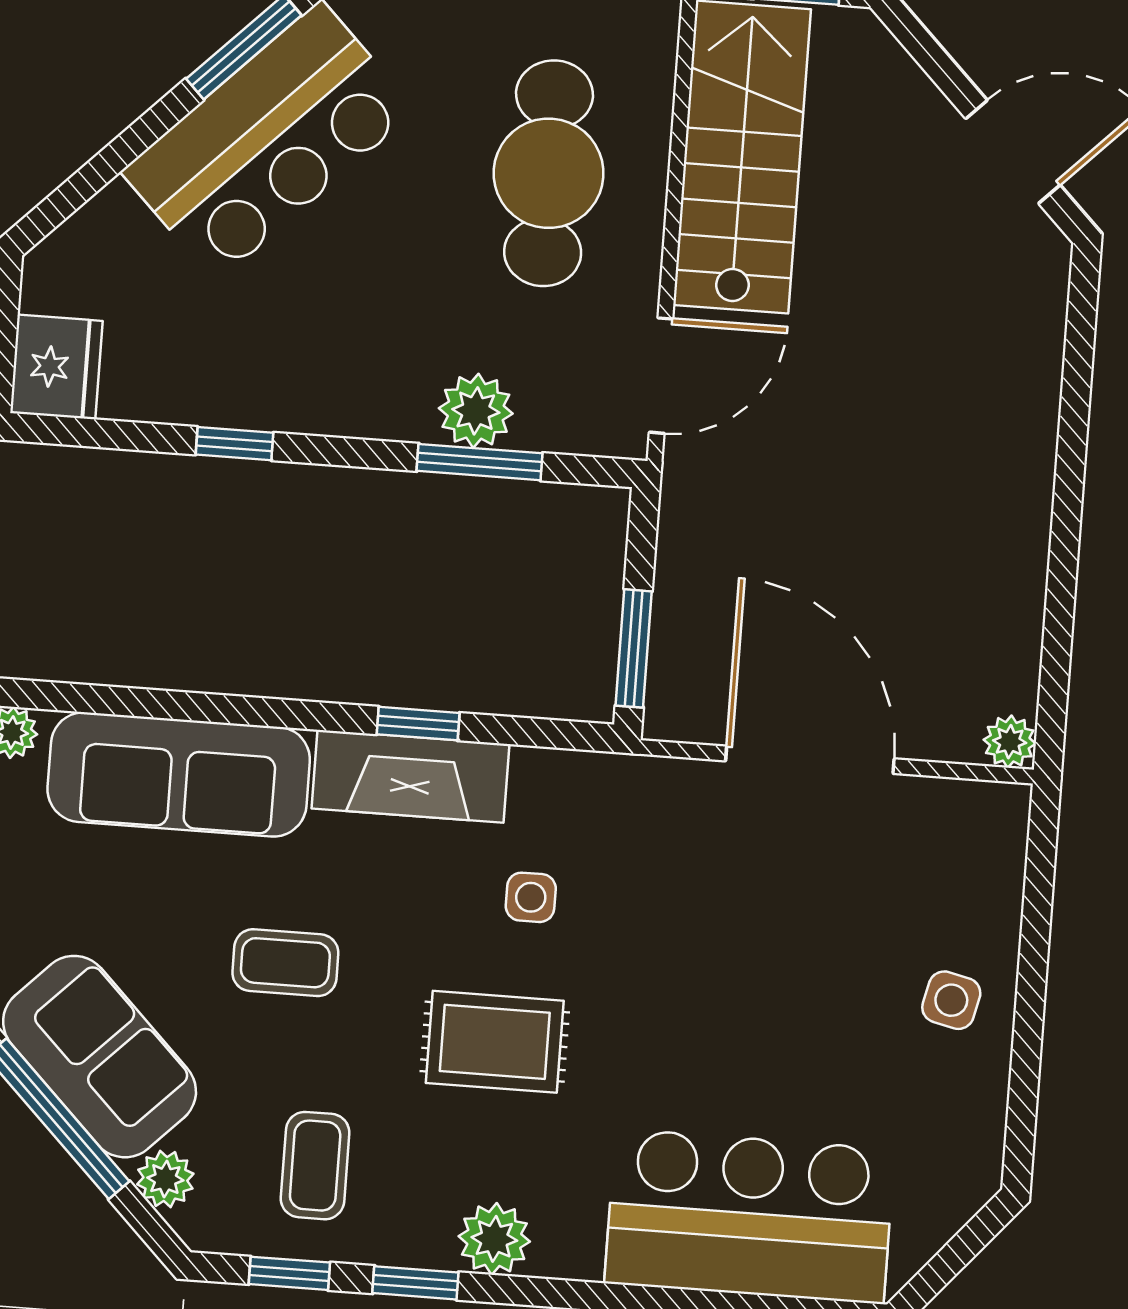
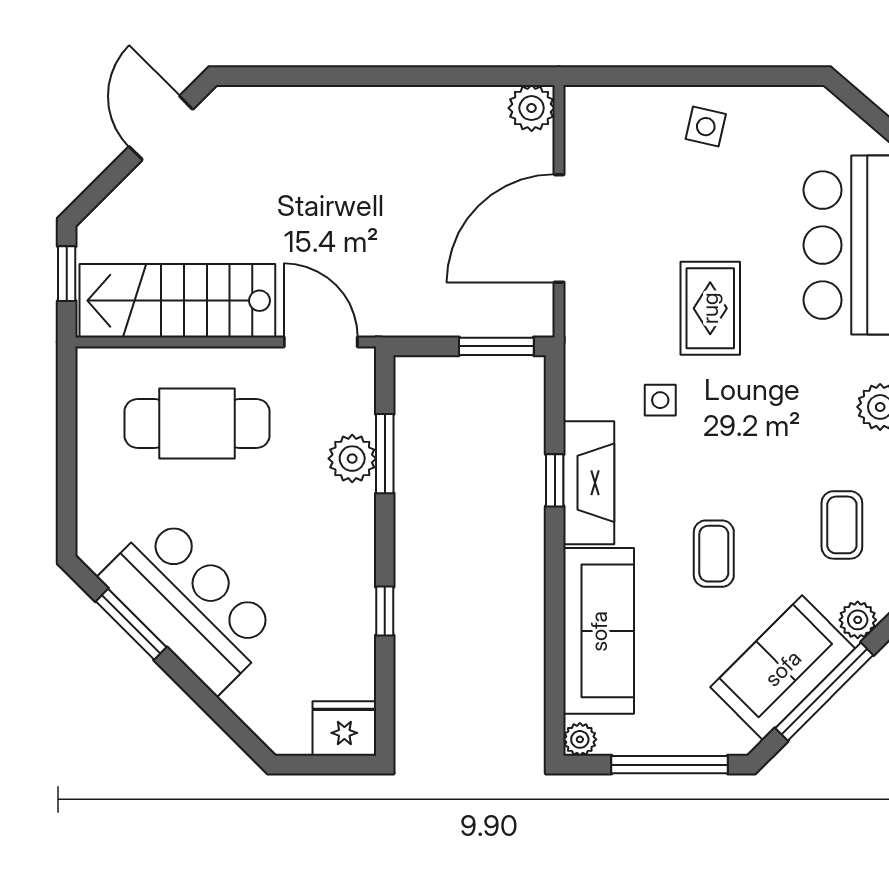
plant: (1010, 742) -> (532, 108), width x1.38, depth x1.38
rug: (495, 1042) -> (710, 308), moved
coffee table: (315, 1166) -> (842, 525), turned 90

